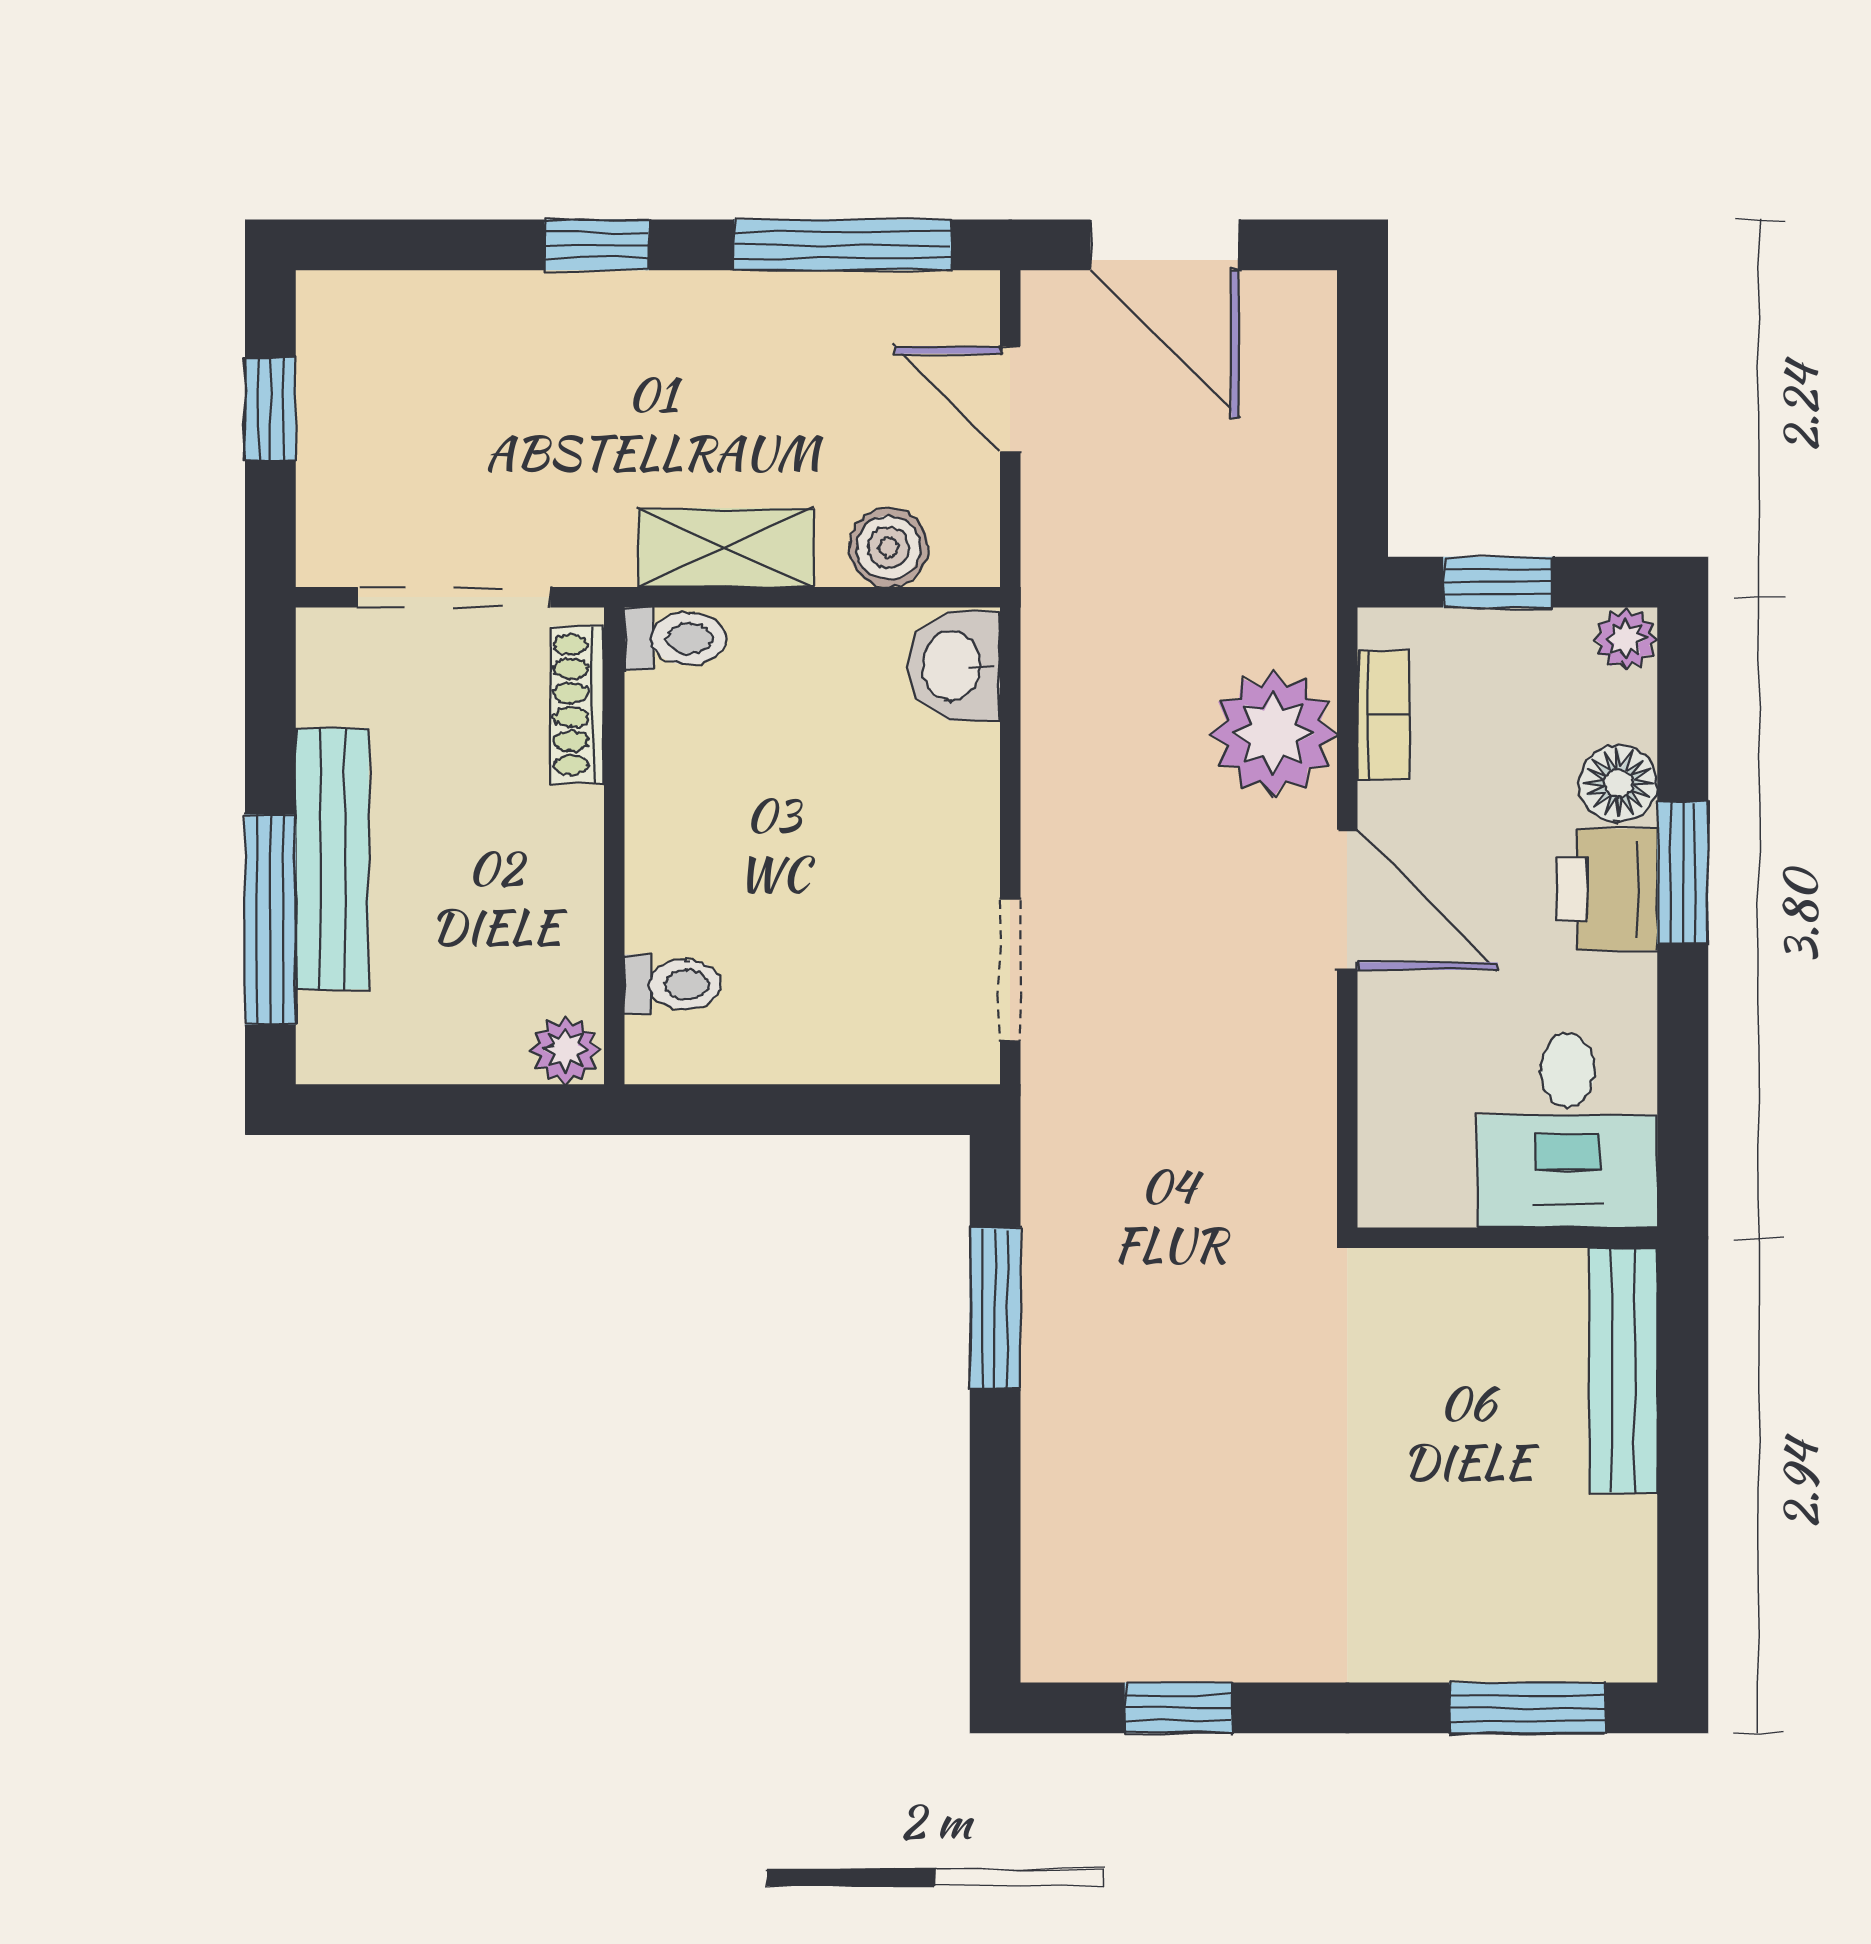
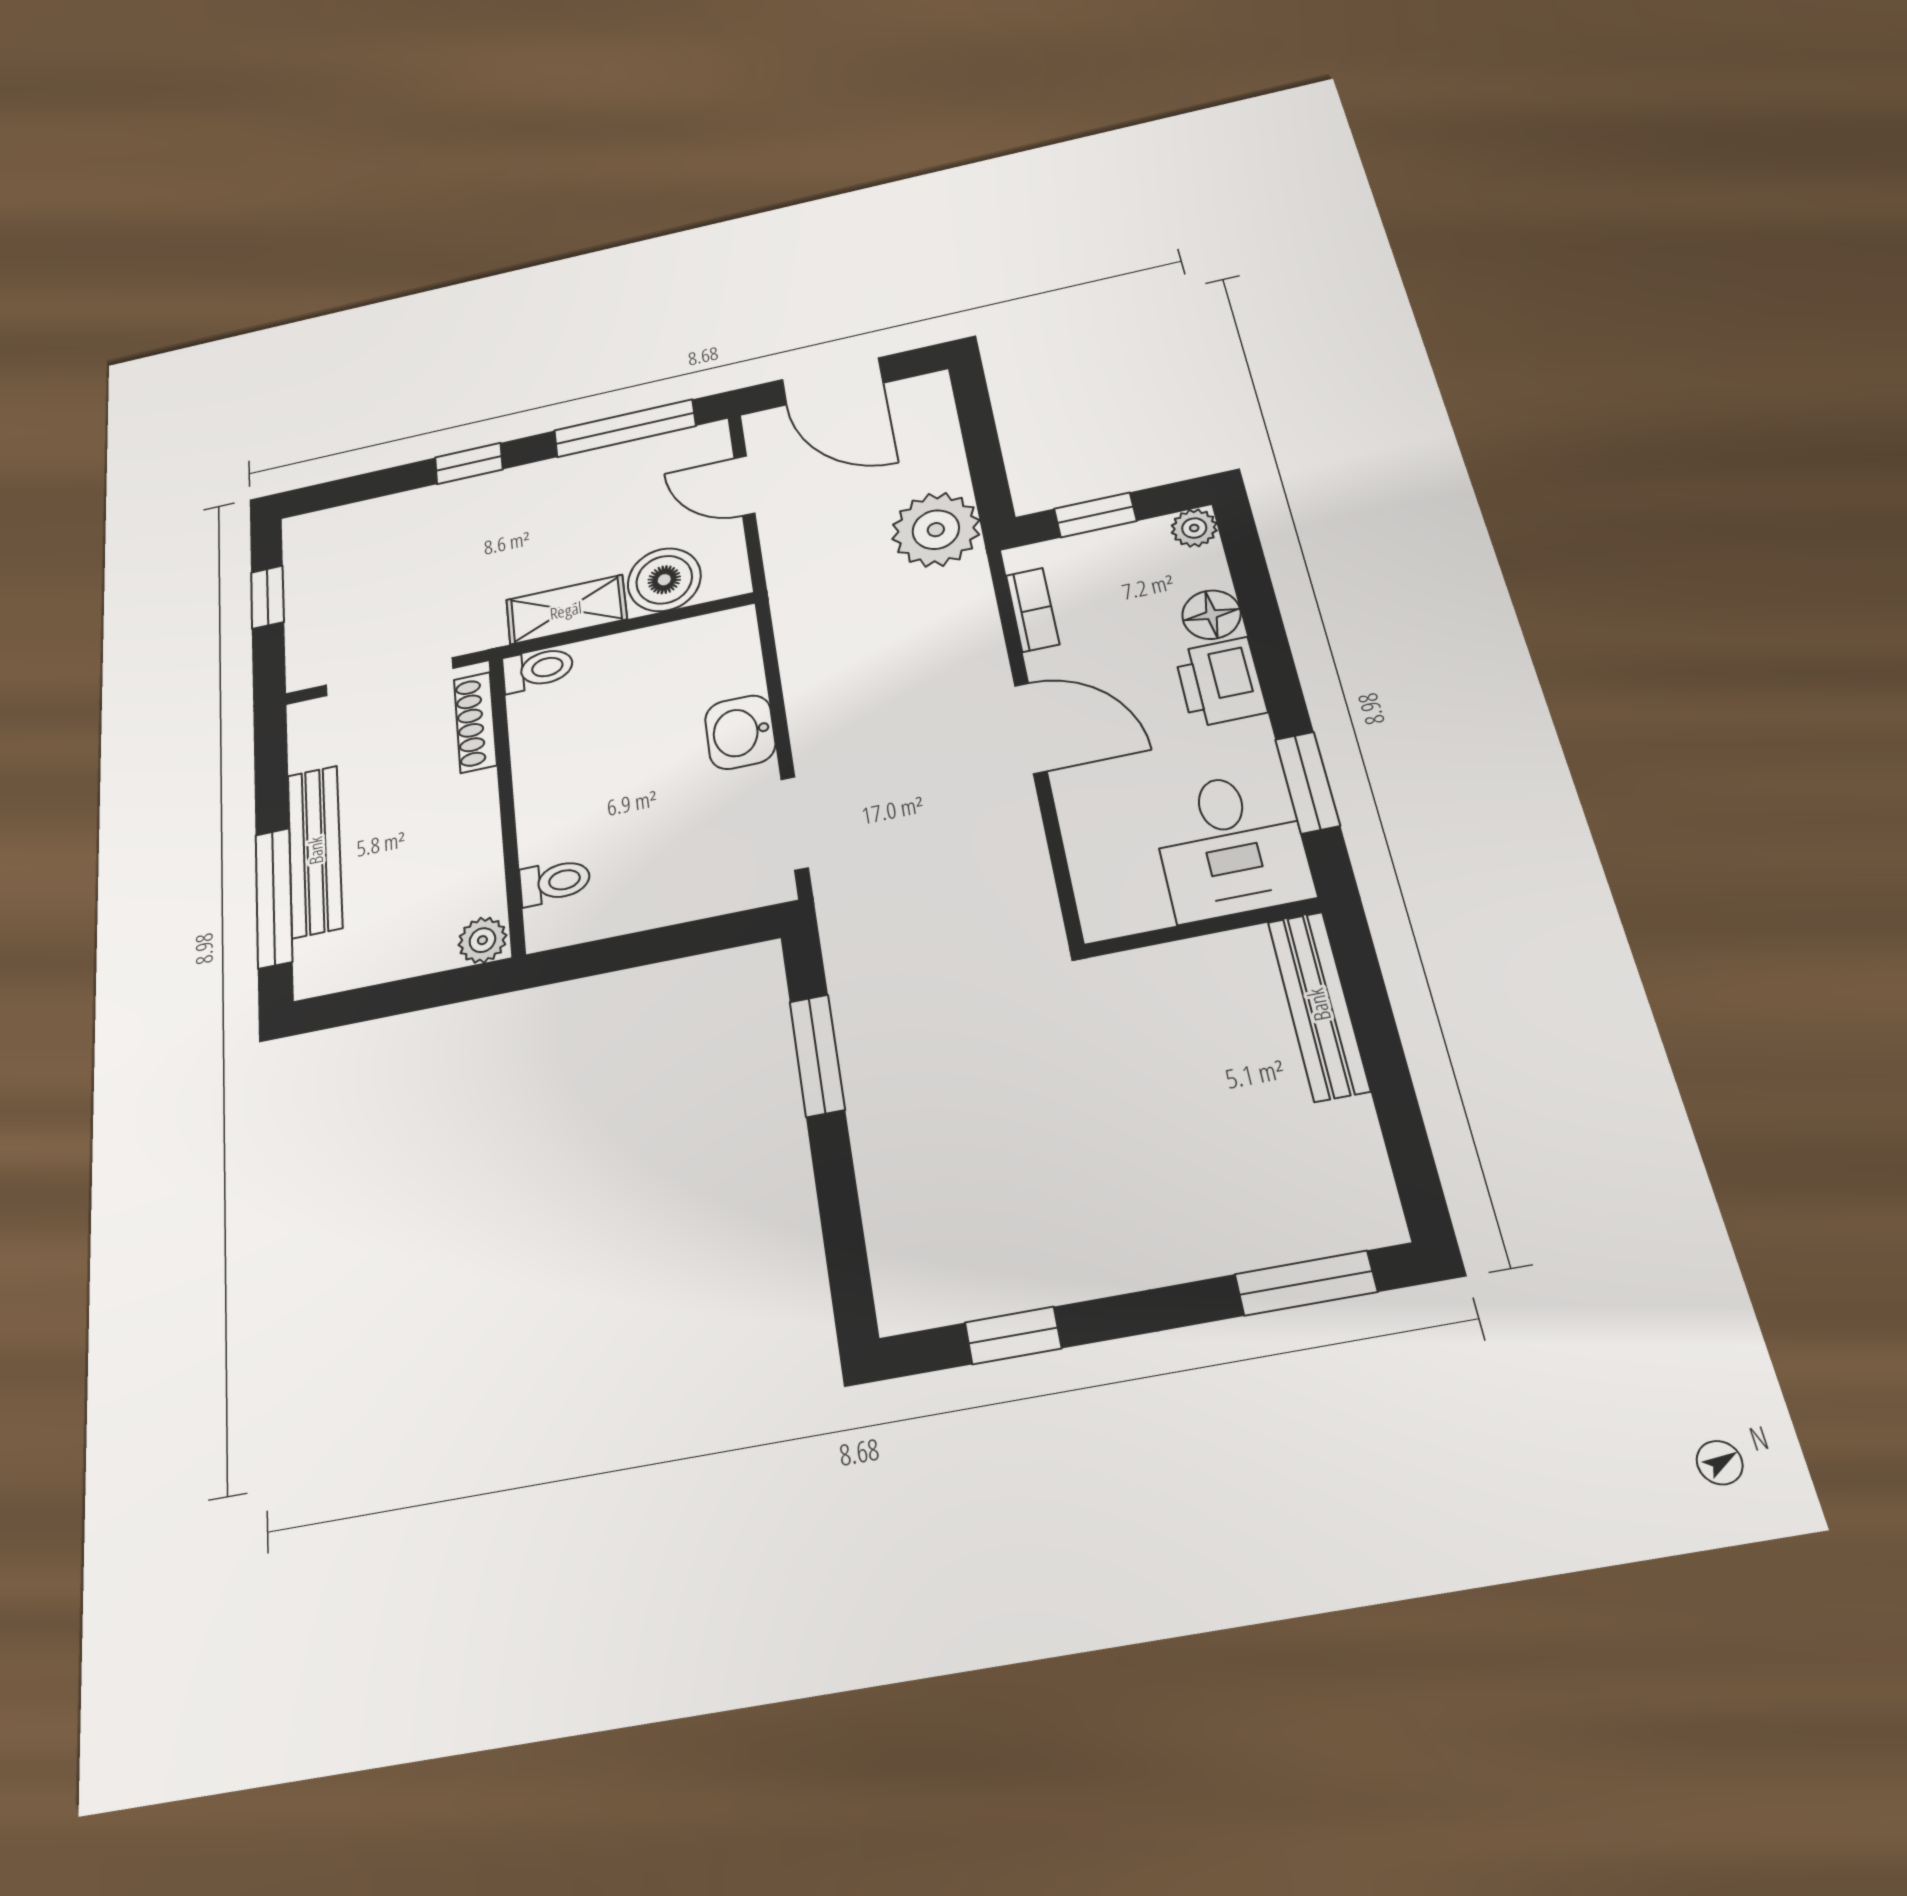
boiler: (889, 547) -> (664, 580), width x1.36, depth x1.36
washbasin: (954, 666) -> (740, 732), moved
plant: (1273, 734) -> (936, 530), moved
window: (1683, 873) -> (1307, 782), moved

